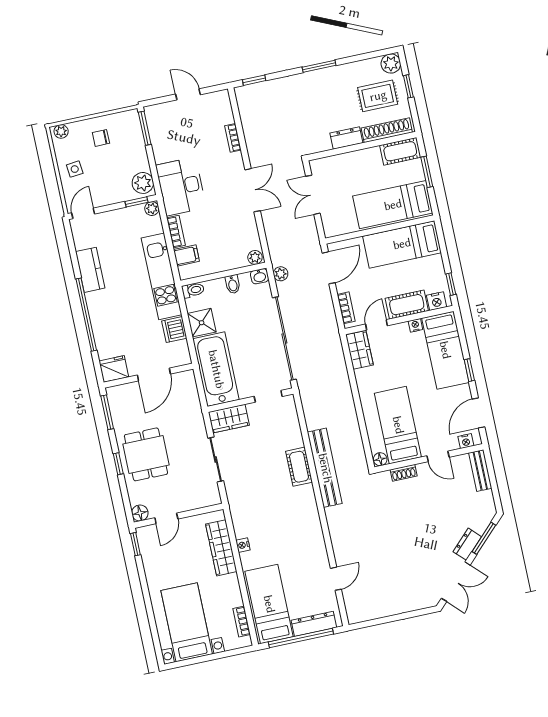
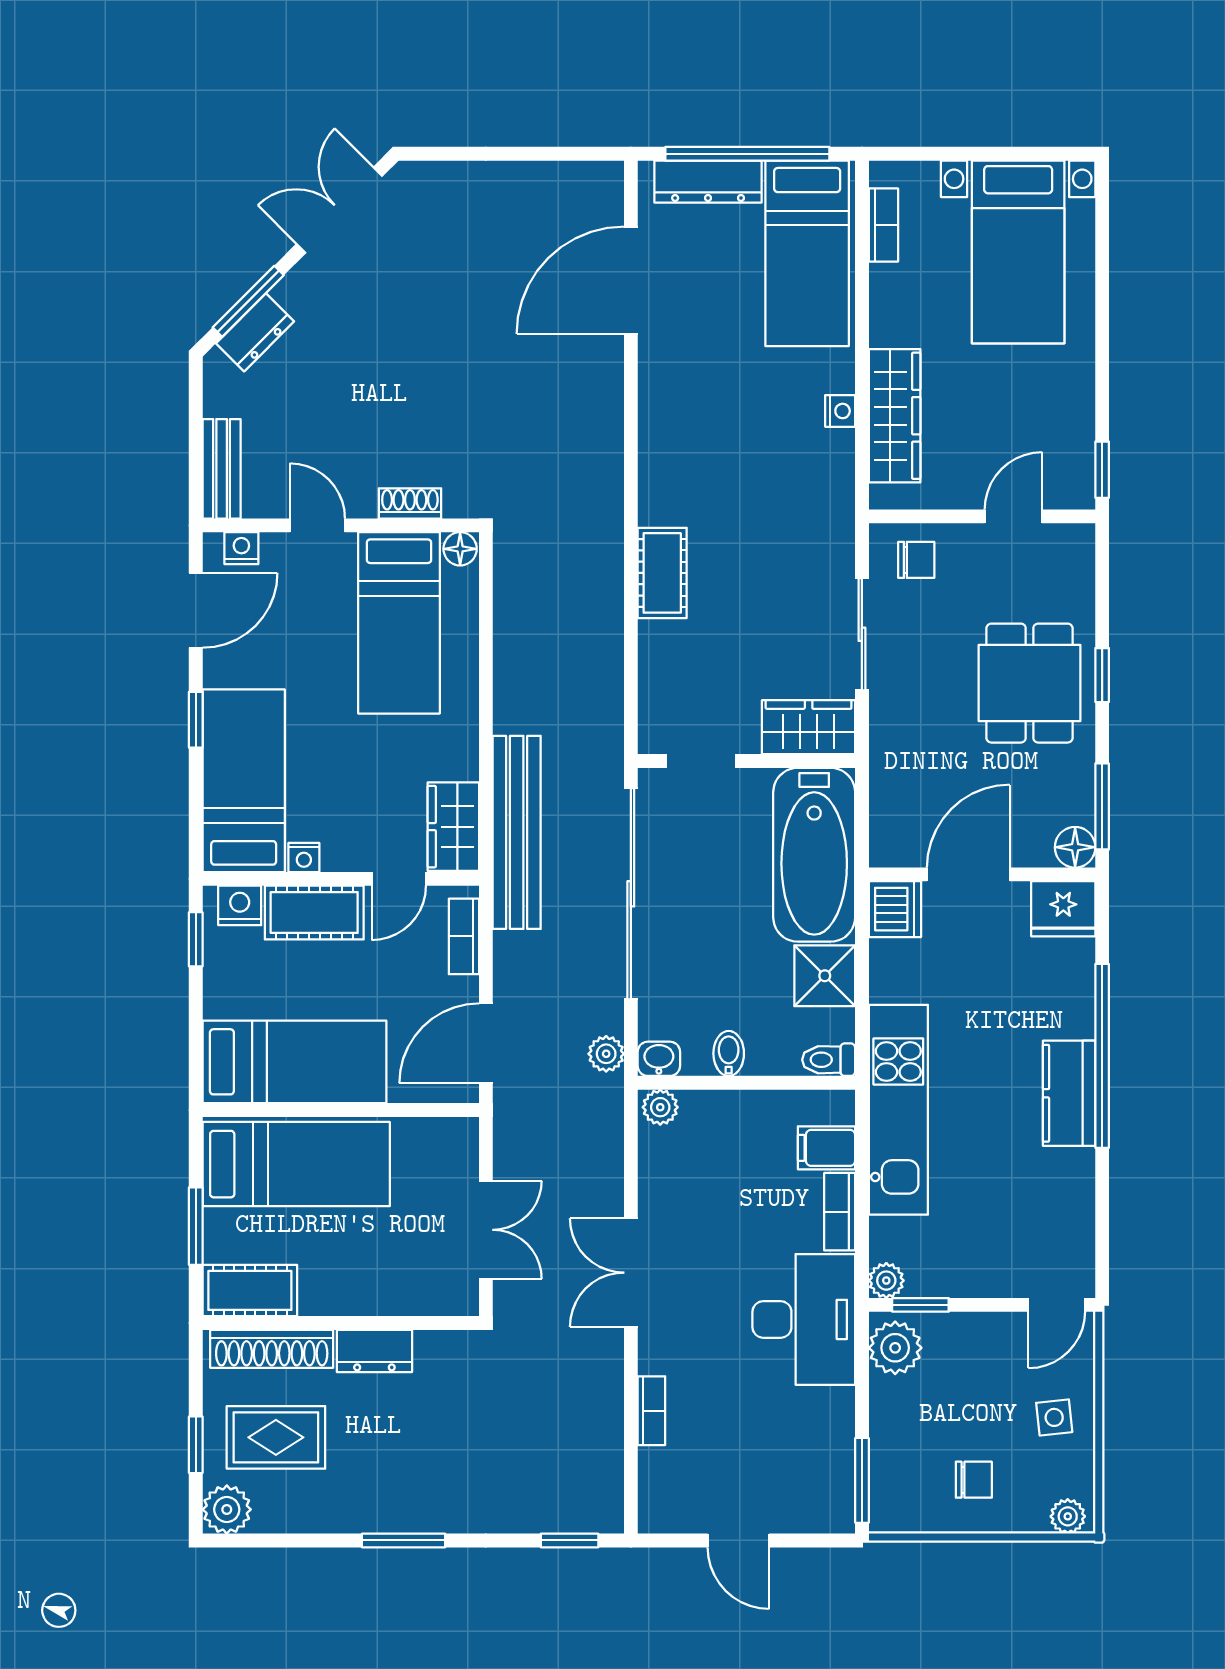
kitchen counter: (90, 270) -> (1069, 1093), moved
dishwasher: (174, 330) -> (895, 909), moved
bench: (325, 468) -> (517, 832), moved
chair: (201, 493) -> (916, 560), added
floor lamp: (140, 513) -> (1075, 847), moved
dresser: (467, 544) -> (255, 332), moved
door: (336, 579) -> (631, 280), width x1.88

